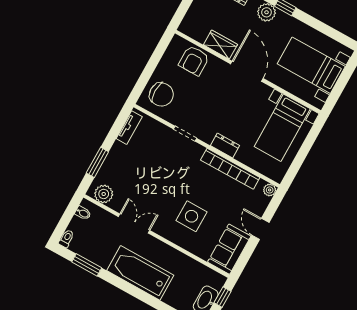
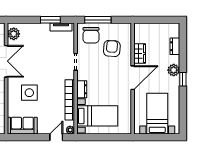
armchair: (194, 61) -> (112, 48), moved, turned 94
window: (146, 74) -> (98, 20), added
bed with nightstands: (282, 128) -> (97, 116), moved, turned 180
window: (97, 162) -> (50, 20), moved
double door: (134, 223) -> (6, 61), width x1.37
door: (260, 229) -> (56, 137), moved

